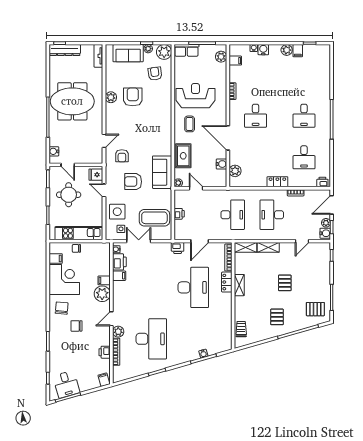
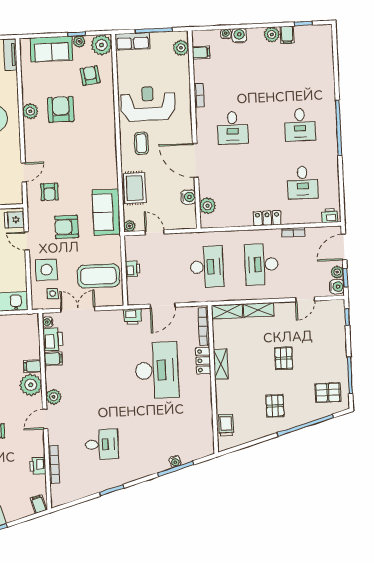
plant: (118, 332) -> (54, 397), moved
desk: (151, 339) -> (102, 444), width x0.53, depth x0.77

